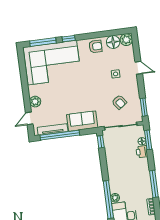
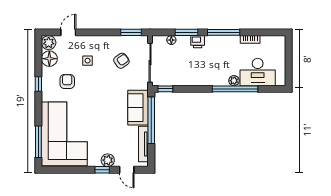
window: (69, 39) -> (38, 84), moved
armchair: (95, 46) -> (67, 82), moved
door: (139, 68) -> (68, 32), moved
window: (27, 98) -> (102, 170), added
window: (60, 135) -> (151, 120), moved
window: (148, 140) -> (186, 32), moved
printer: (142, 152) -> (198, 42), moved

